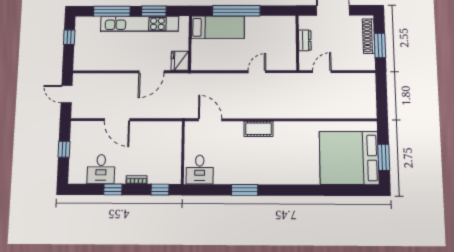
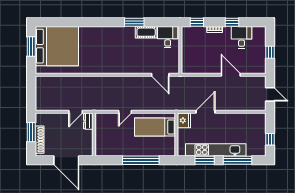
bed: (218, 27) -> (155, 127), moved
dresser: (305, 40) -> (88, 121), moved
cot: (259, 129) -> (146, 32), moved

